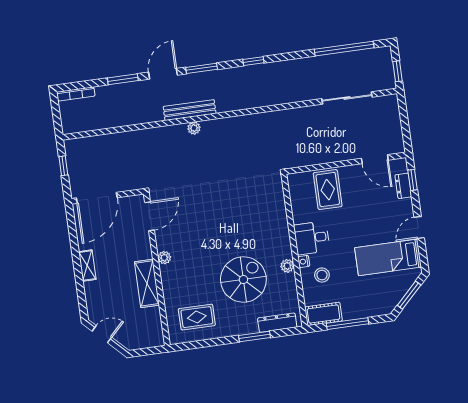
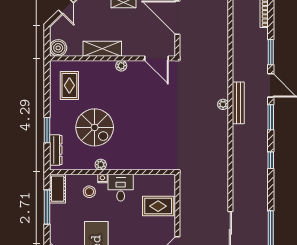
boiler: (153, 337) -> (58, 48), added

